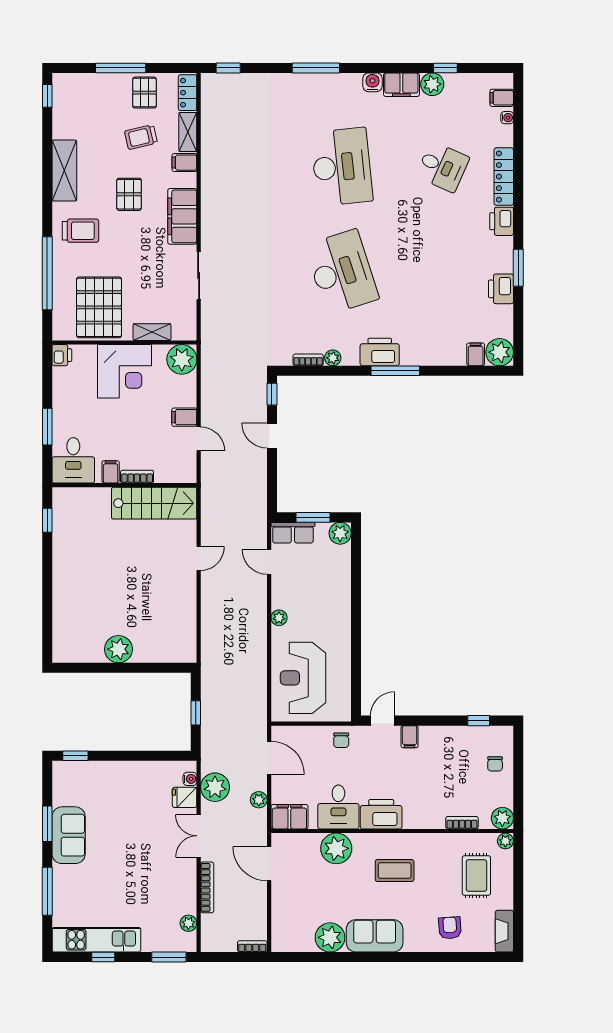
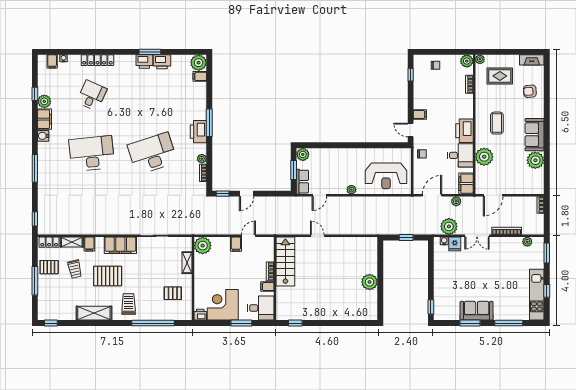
pallet: (129, 194) -> (108, 276), width x1.50, depth x1.42
printer: (502, 221) -> (144, 61), moved
pallet: (99, 307) -> (173, 293), width x0.49, depth x0.50
corner desk: (124, 371) -> (223, 305), moved, turned -90

